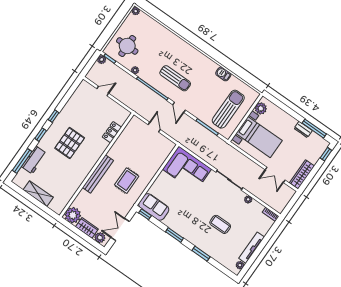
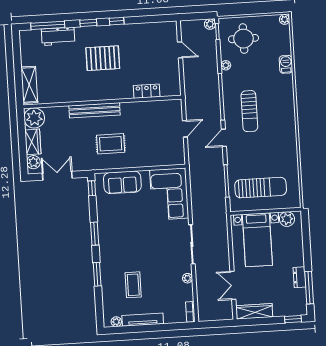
barbecue: (223, 74) -> (286, 64), moved
shelving: (38, 194) -> (29, 85), moved
sofa: (154, 207) -> (122, 182), moved, turned 90
coffee table: (220, 224) -> (133, 285), moved

